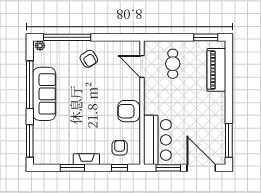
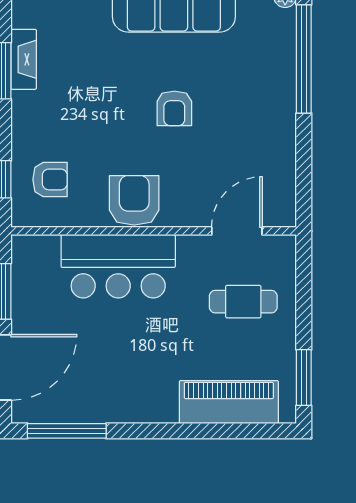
armchair: (89, 59) -> (174, 108), moved, turned -58
bar counter: (157, 140) -> (118, 266), moved
fireplace: (86, 159) -> (24, 59), moved

